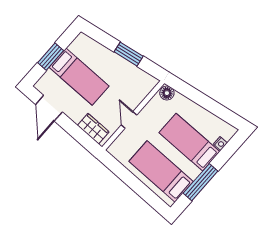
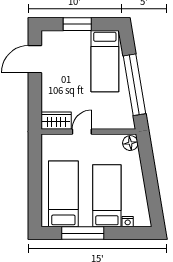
window: (129, 54) -> (134, 85), width x2.11
bed: (79, 77) -> (105, 61), moved
wardrobe: (93, 129) -> (56, 121), moved, turned -90

